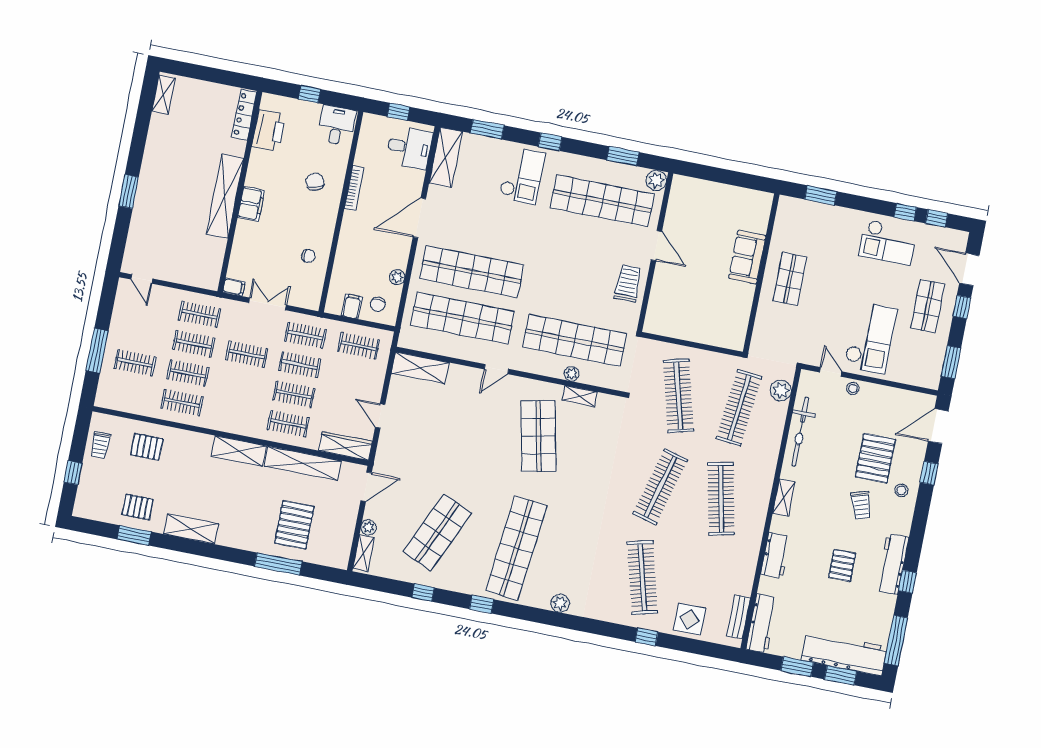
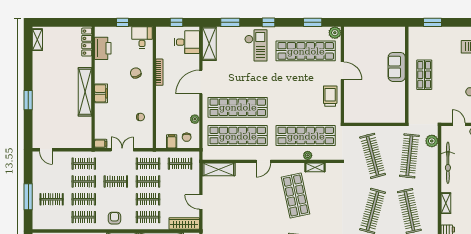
armchair: (232, 414) -> (114, 218), added

